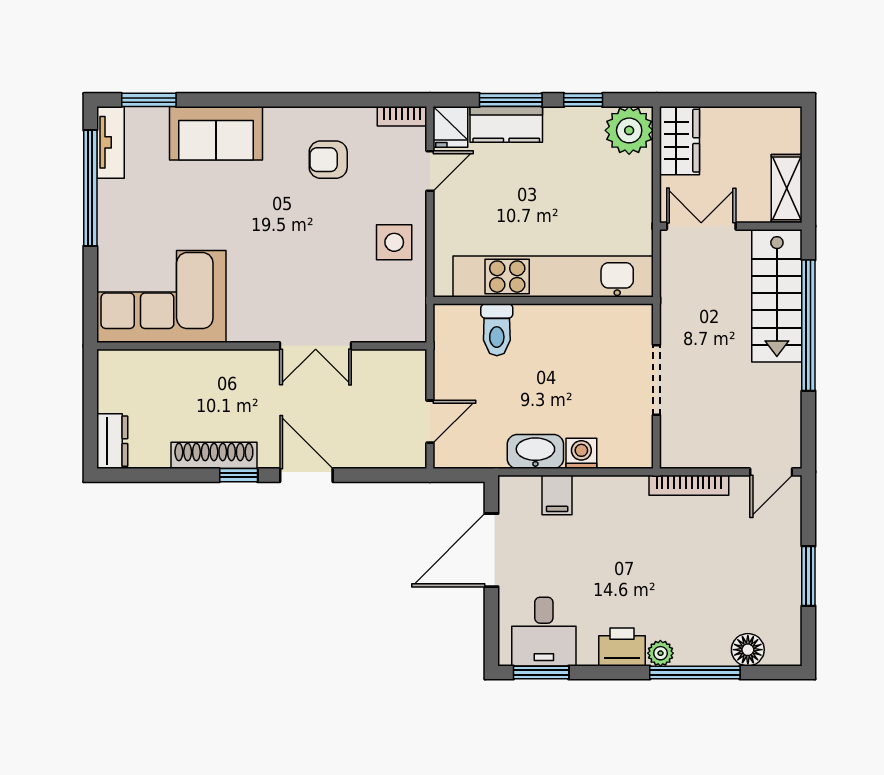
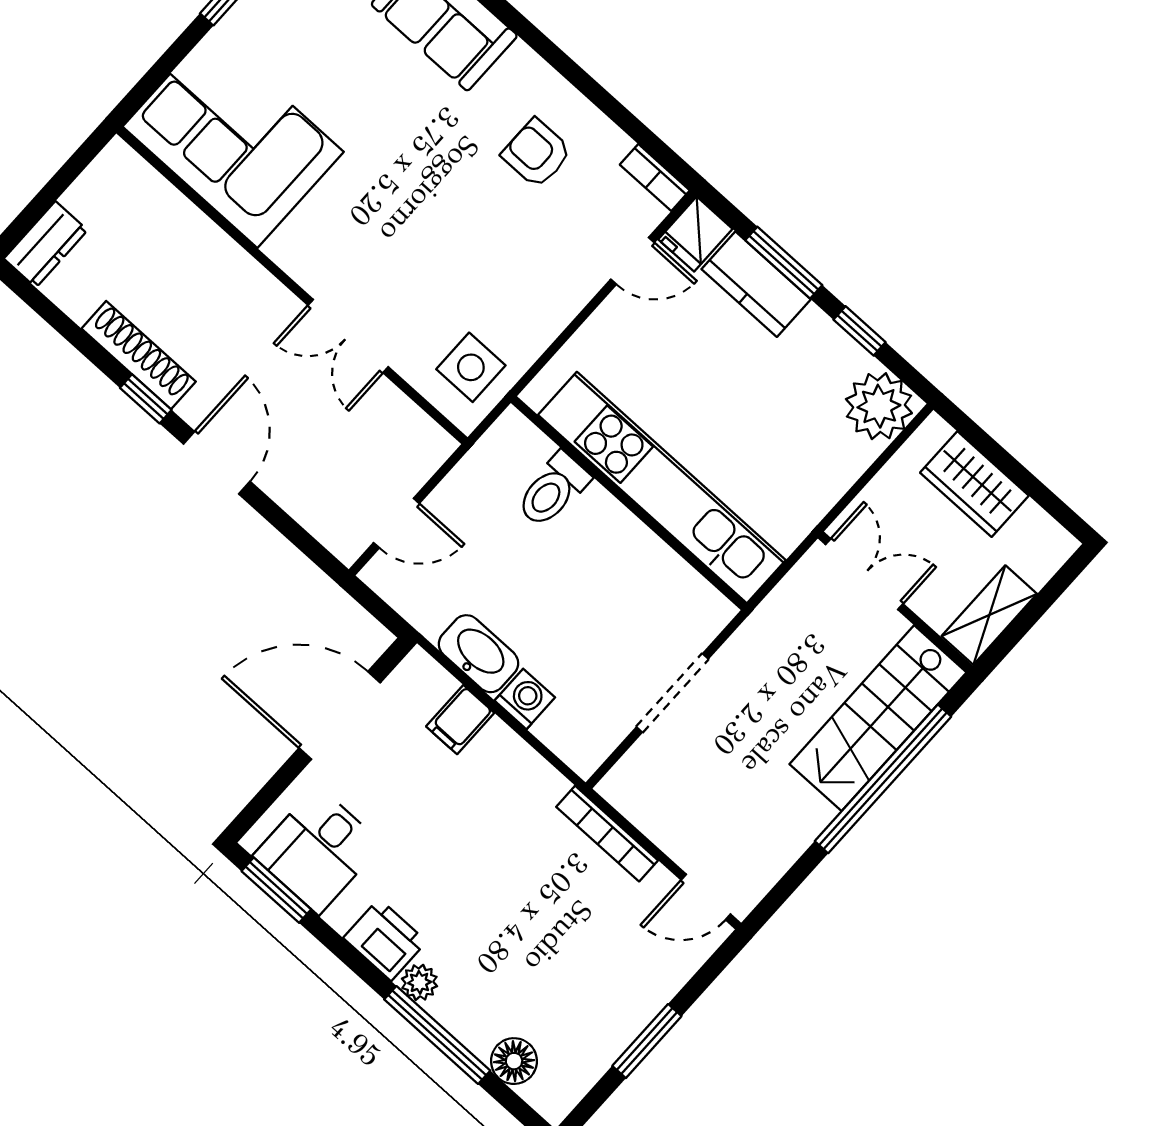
wardrobe: (679, 141) -> (974, 484), moved, turned 90
side table: (394, 242) -> (471, 367), moved

